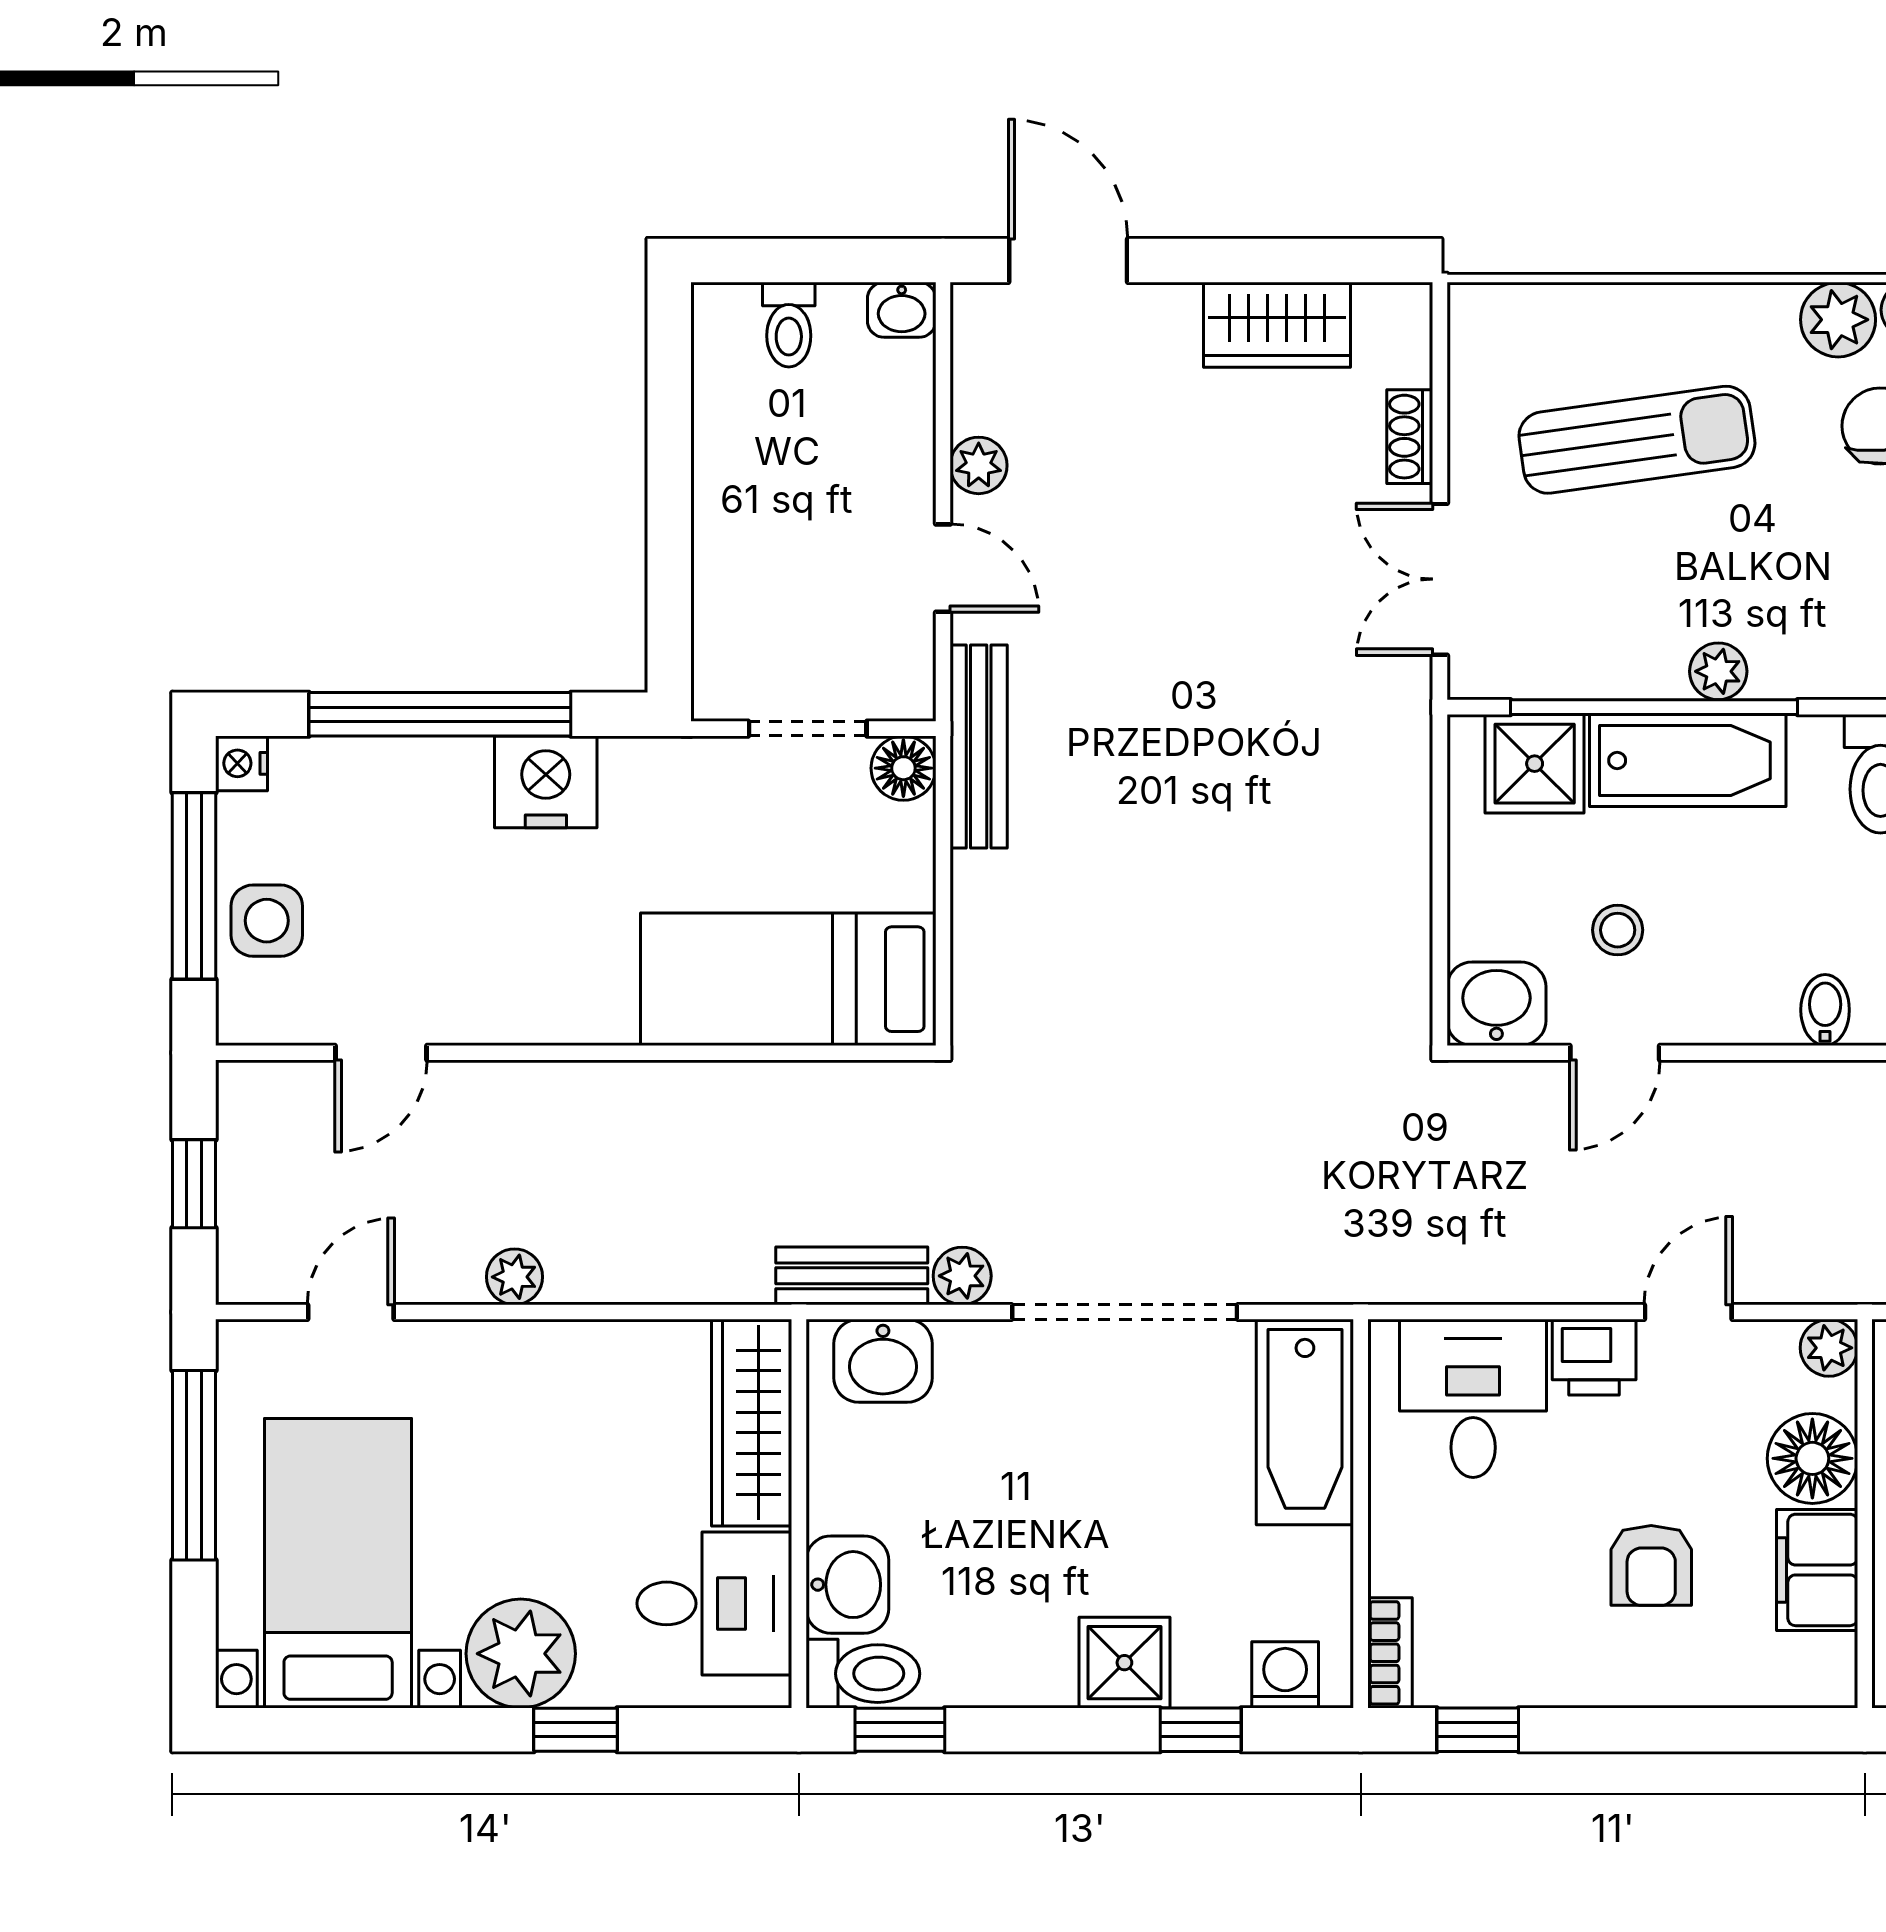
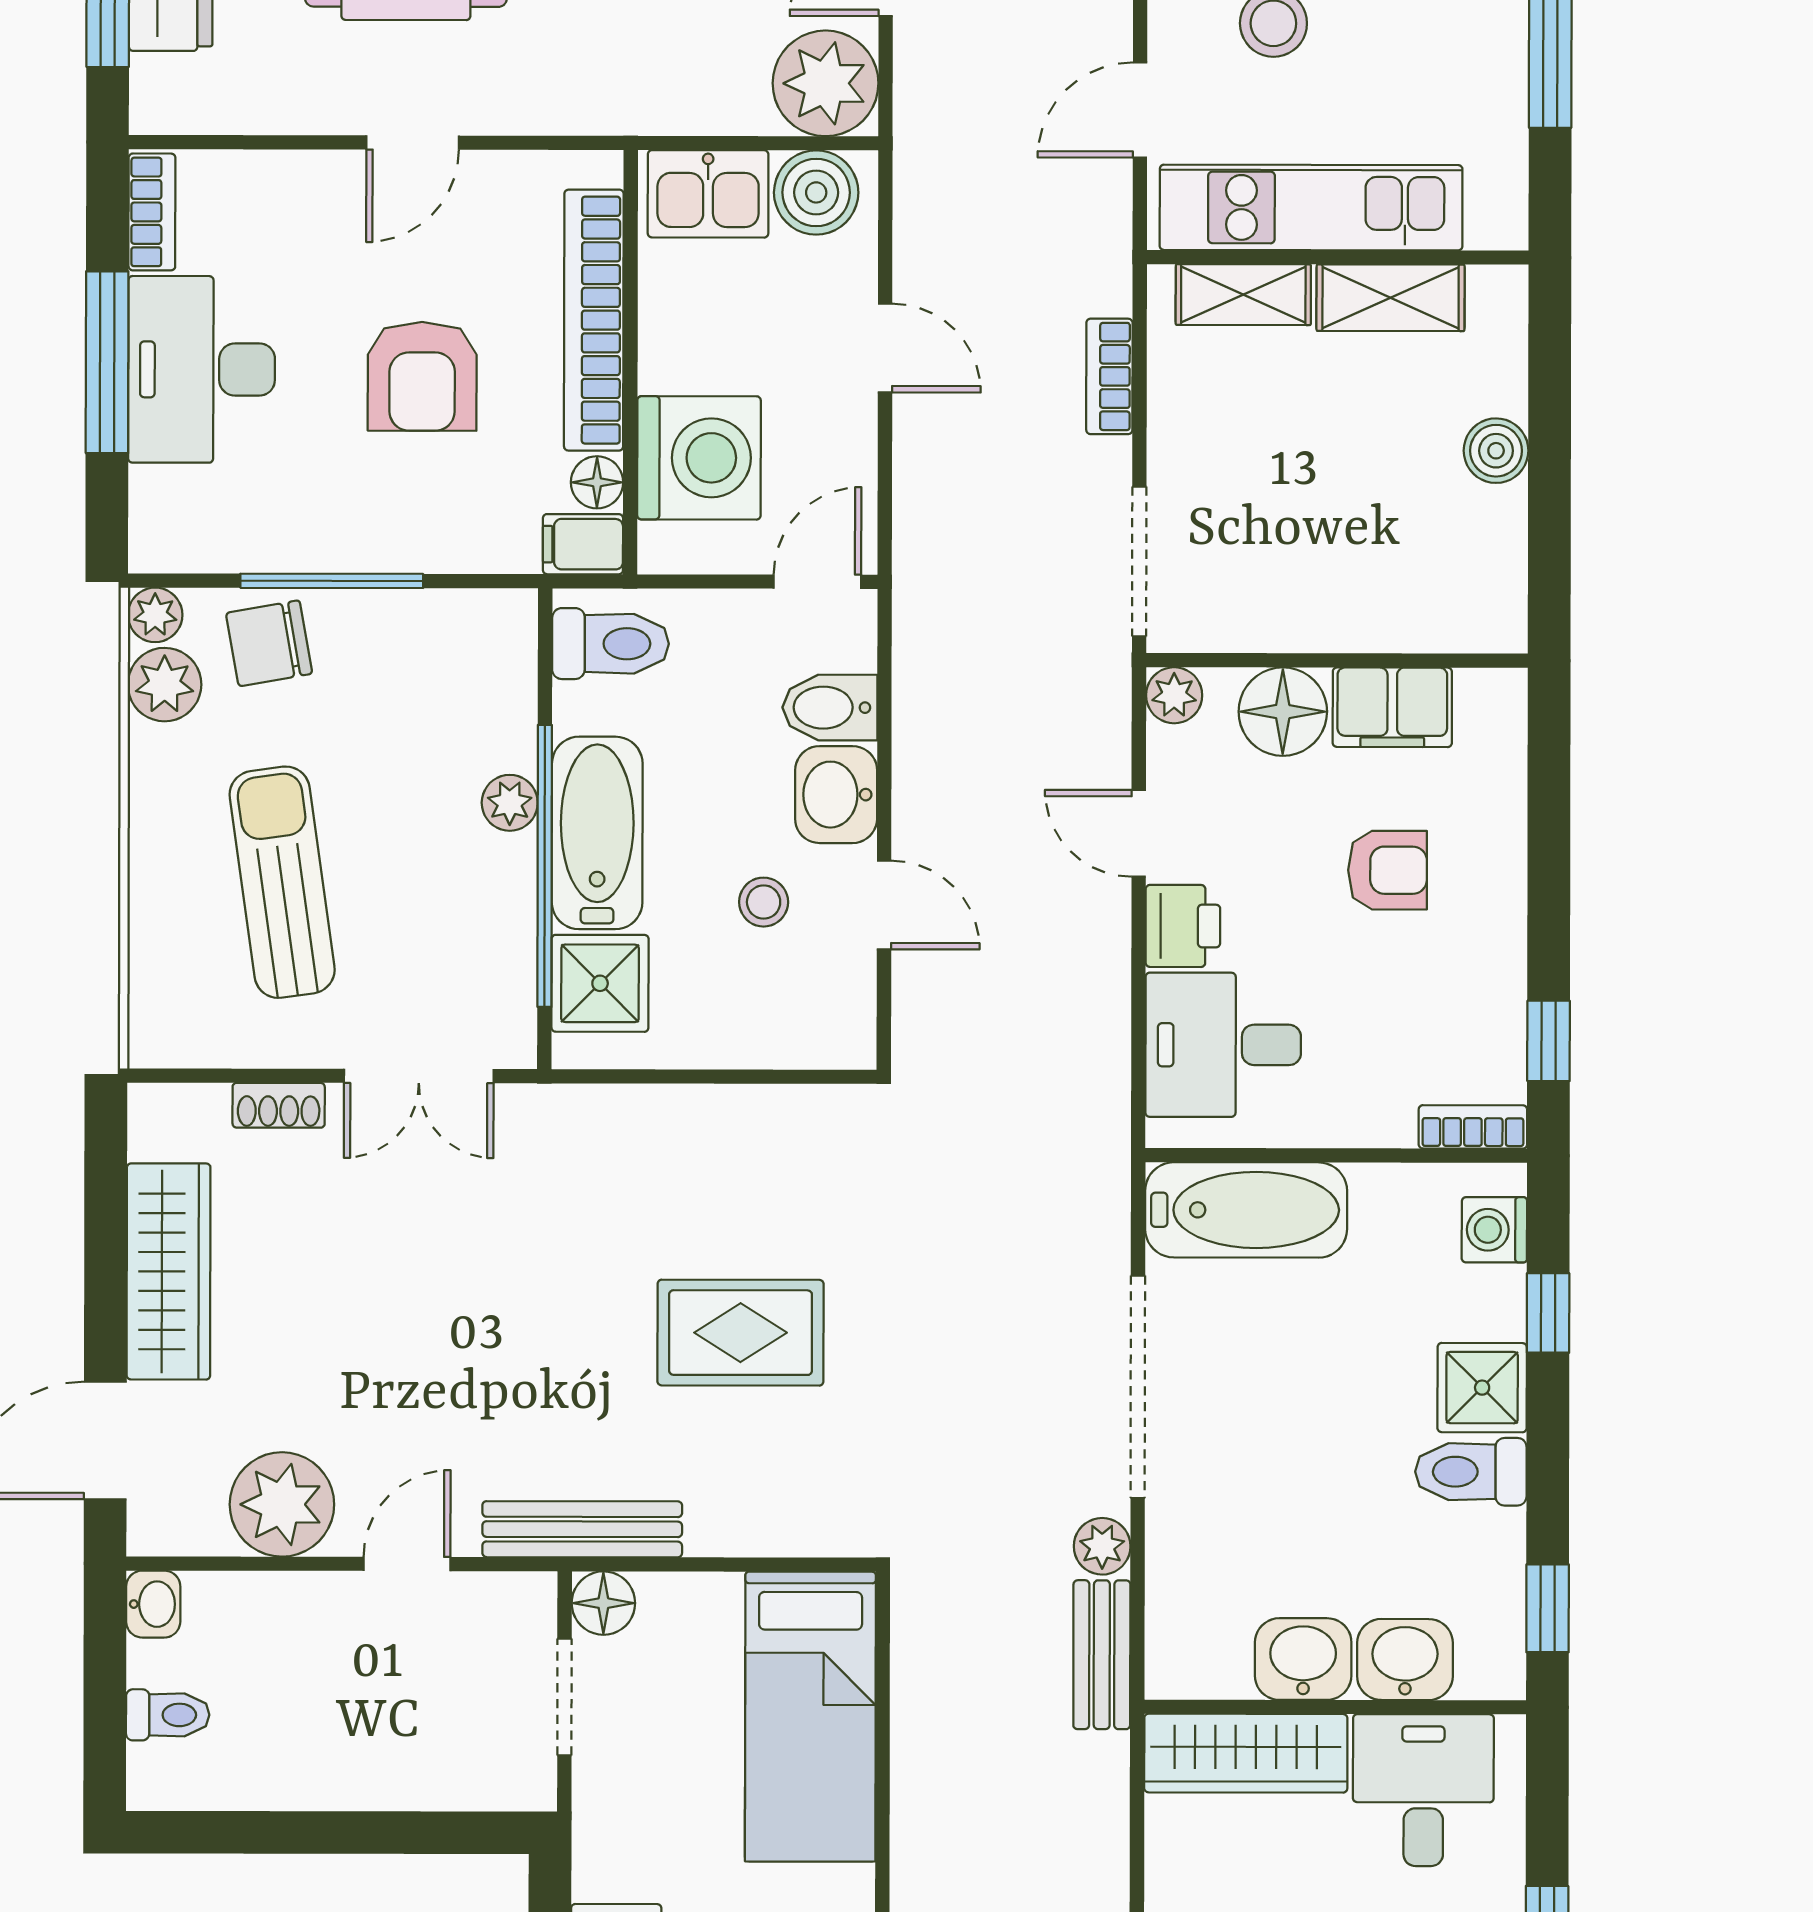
wardrobe: (1277, 325) -> (169, 1271), width x1.50
plant: (979, 465) -> (282, 1504), width x1.88, depth x1.88
rug: (1179, 907) -> (741, 1333), added
washbasin: (1496, 1004) -> (836, 795), moved
bidet: (1825, 1010) -> (830, 708), width x1.38, depth x1.36
washbasin: (883, 1361) -> (1303, 1659), moved, turned -90
toilet: (863, 1674) -> (1471, 1472), moved, turned -90

